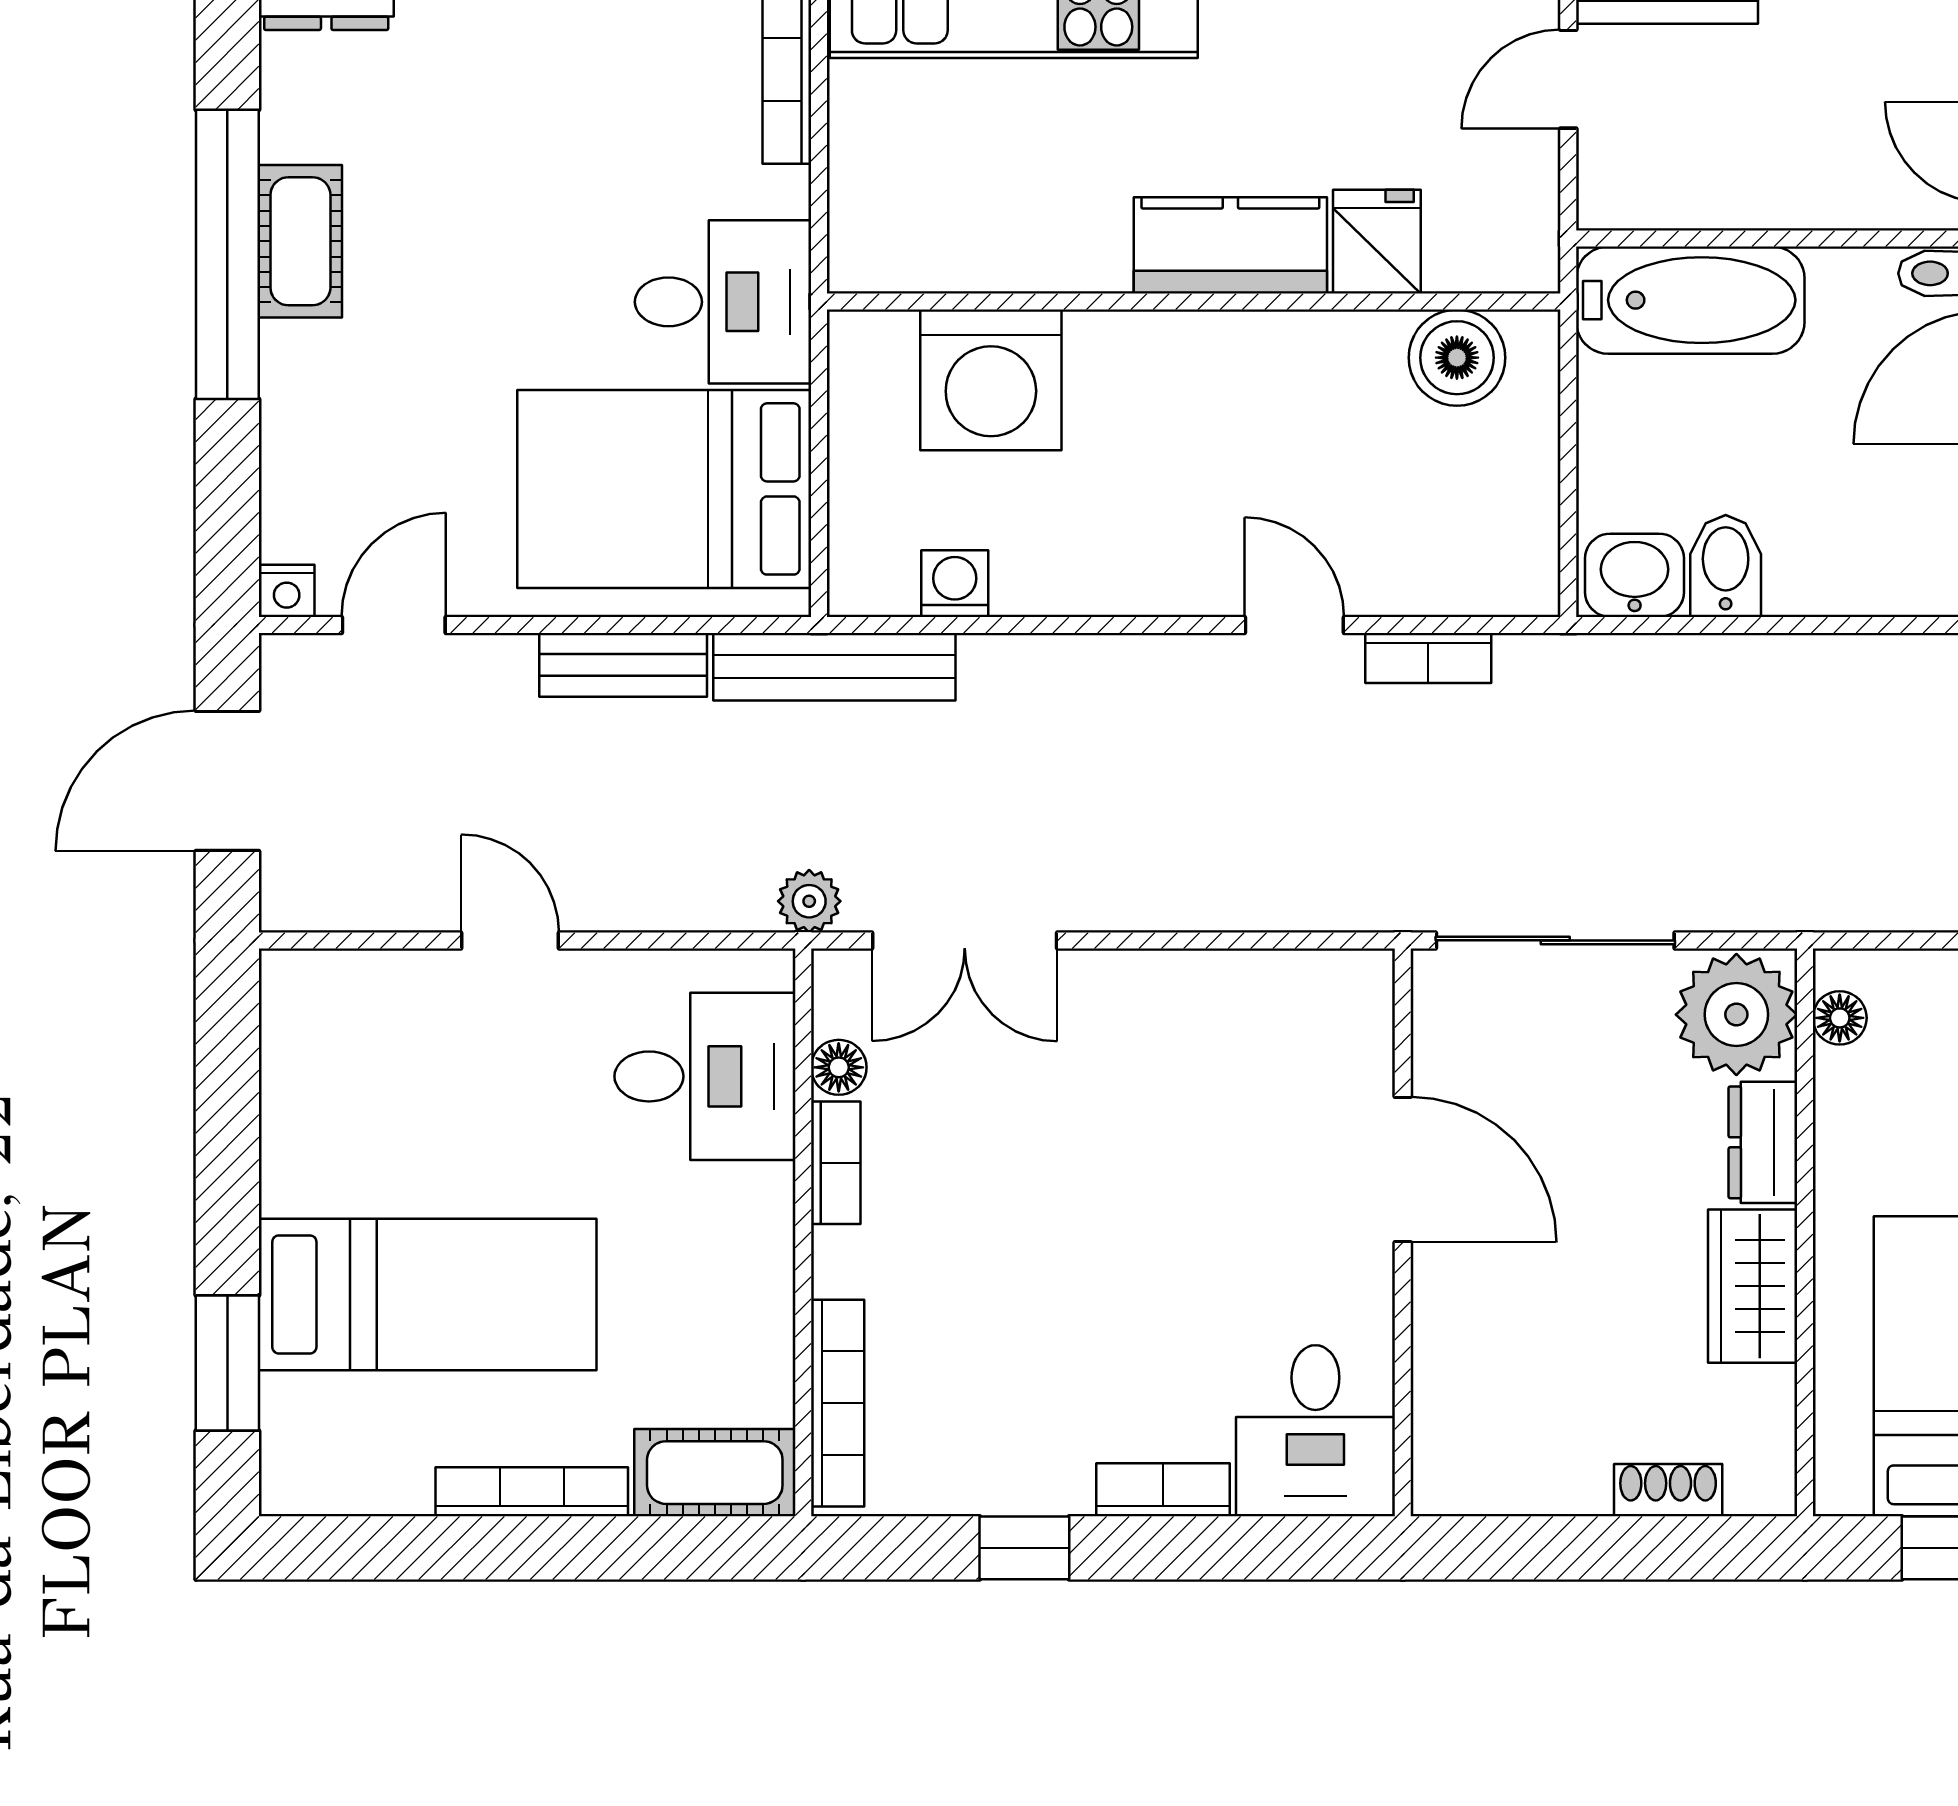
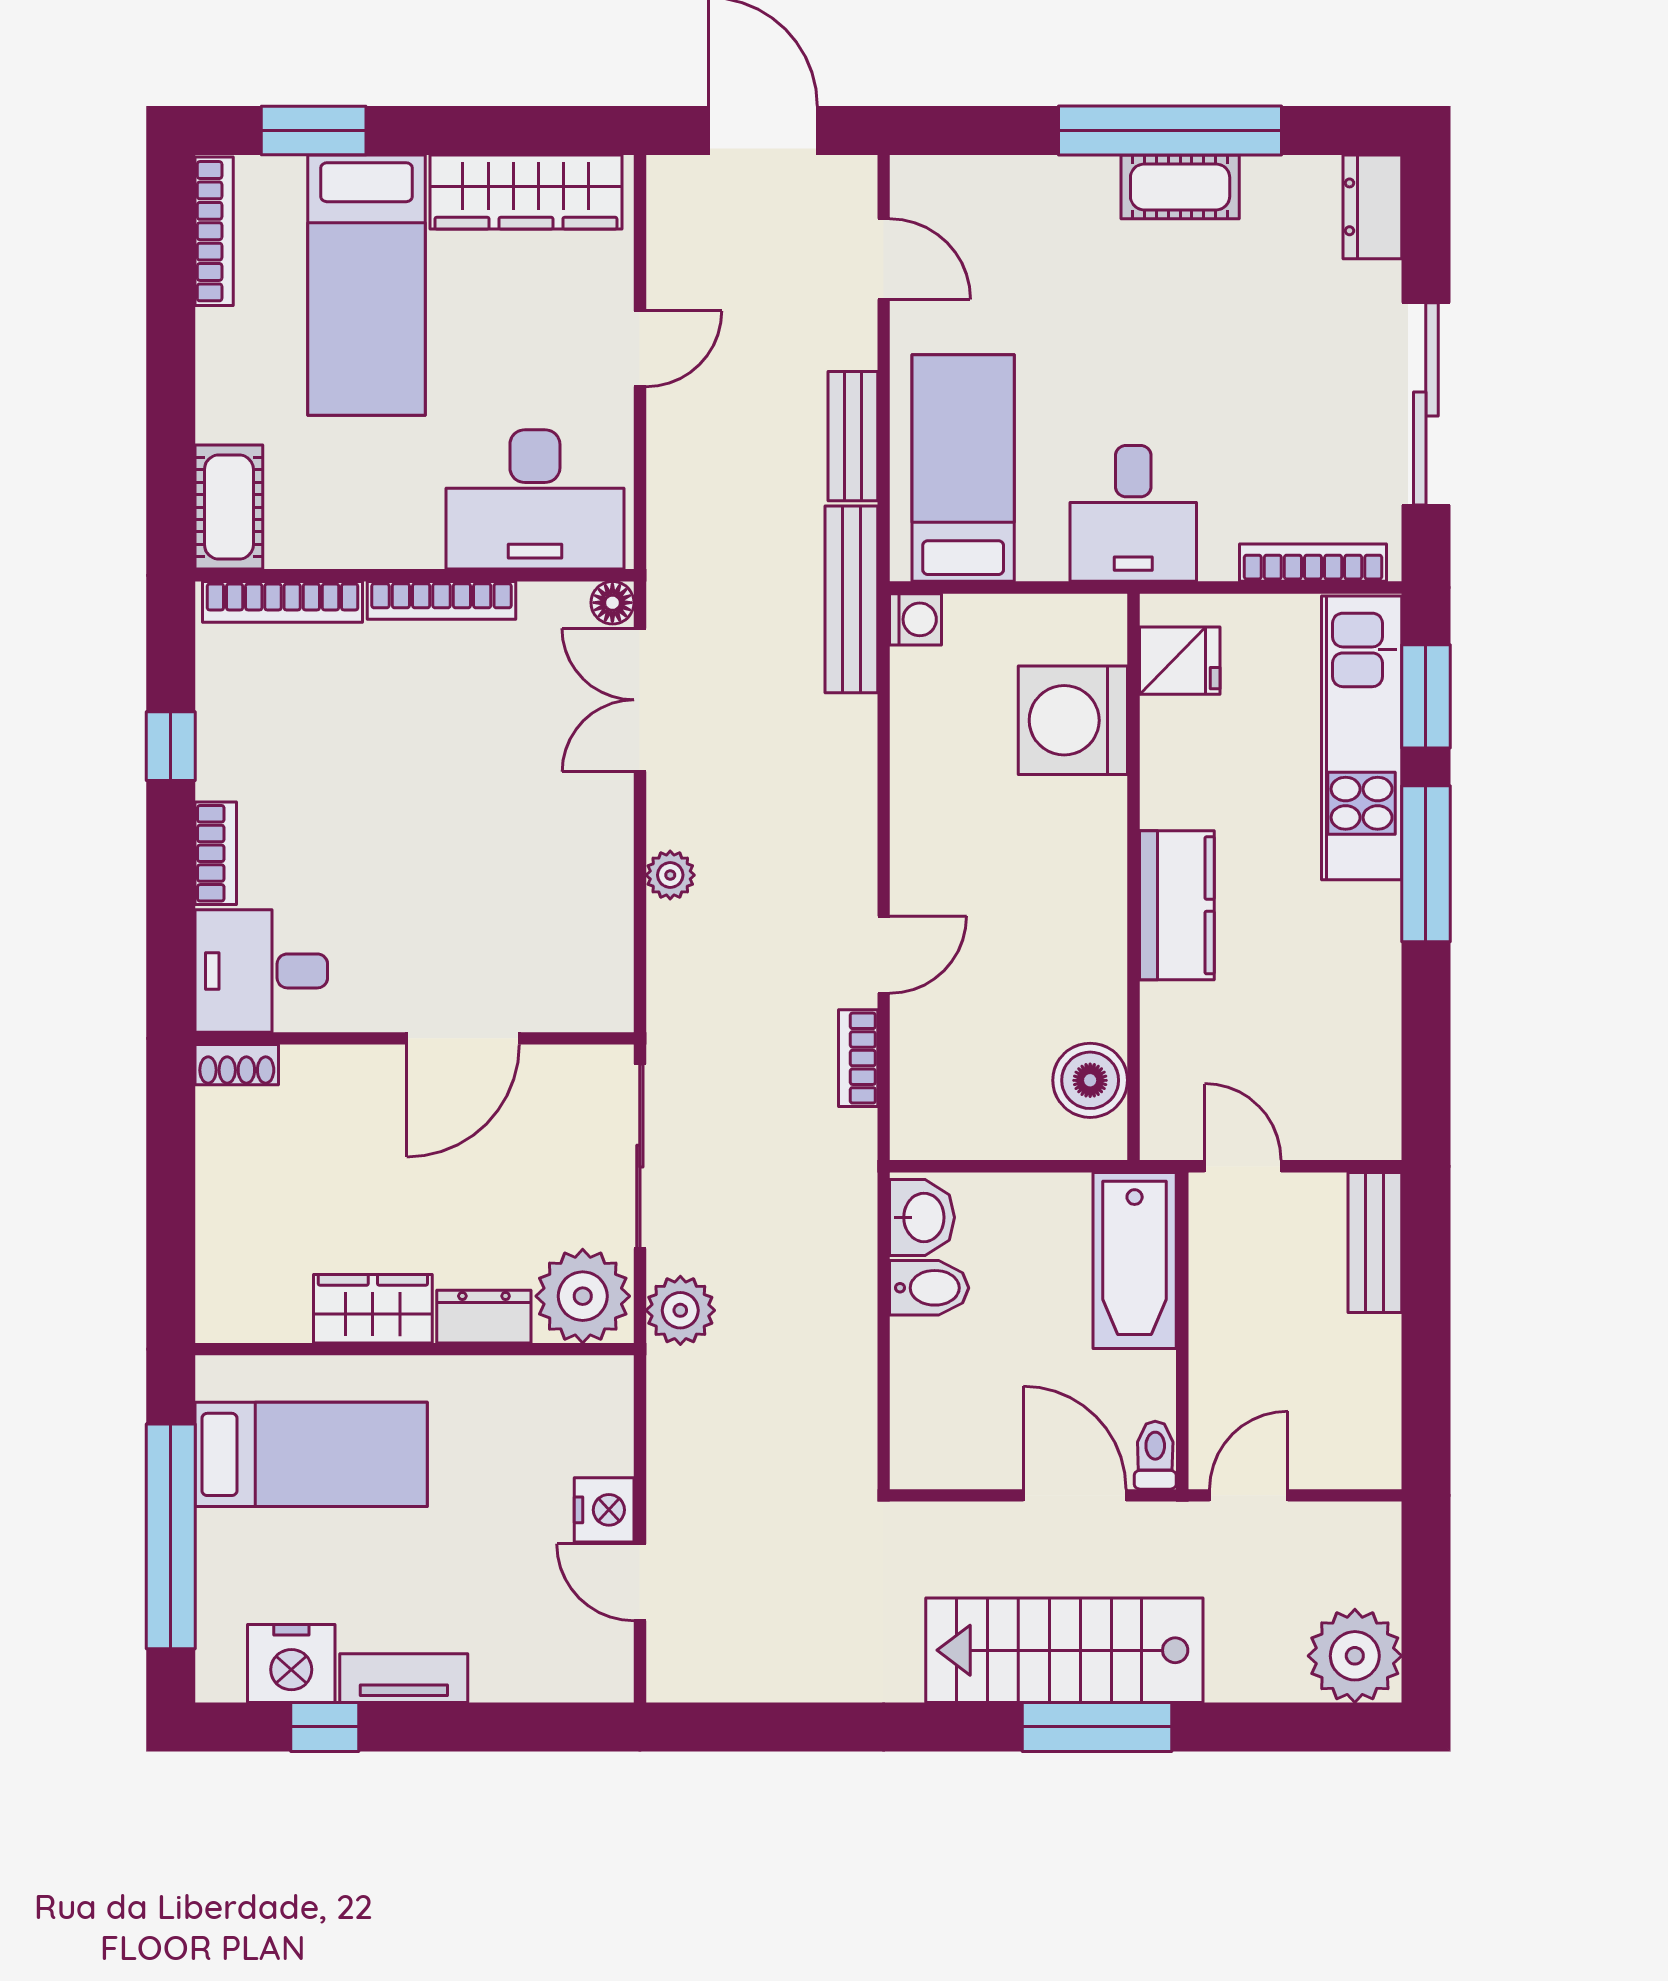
door: (1568, 79) -> (1243, 1166), moved
fridge: (1377, 242) -> (1180, 661), moved
bed: (664, 489) -> (963, 468), width x0.67
washing machine: (955, 584) -> (916, 619), moved
nightstand: (287, 591) -> (910, 176), removed
plant: (1755, 888) -> (680, 1310), added
plant: (809, 901) -> (670, 875), moved
floor lamp: (1840, 1018) -> (580, 1376), removed
floor lamp: (839, 1067) -> (612, 603), moved
desk: (705, 1076) -> (535, 499), width x1.37
wardrobe: (307, 1088) -> (526, 192), added
bookcase: (836, 1163) -> (442, 600), width x1.56
shoe rack: (1668, 1490) -> (237, 1065), moved, turned 90
bookcase: (532, 1492) -> (214, 231), moved

